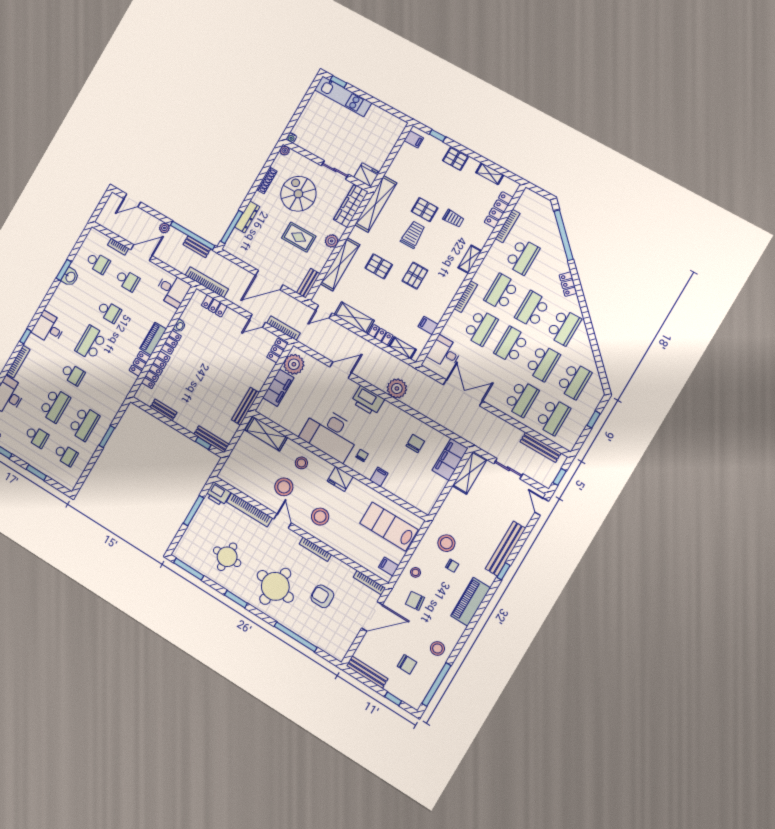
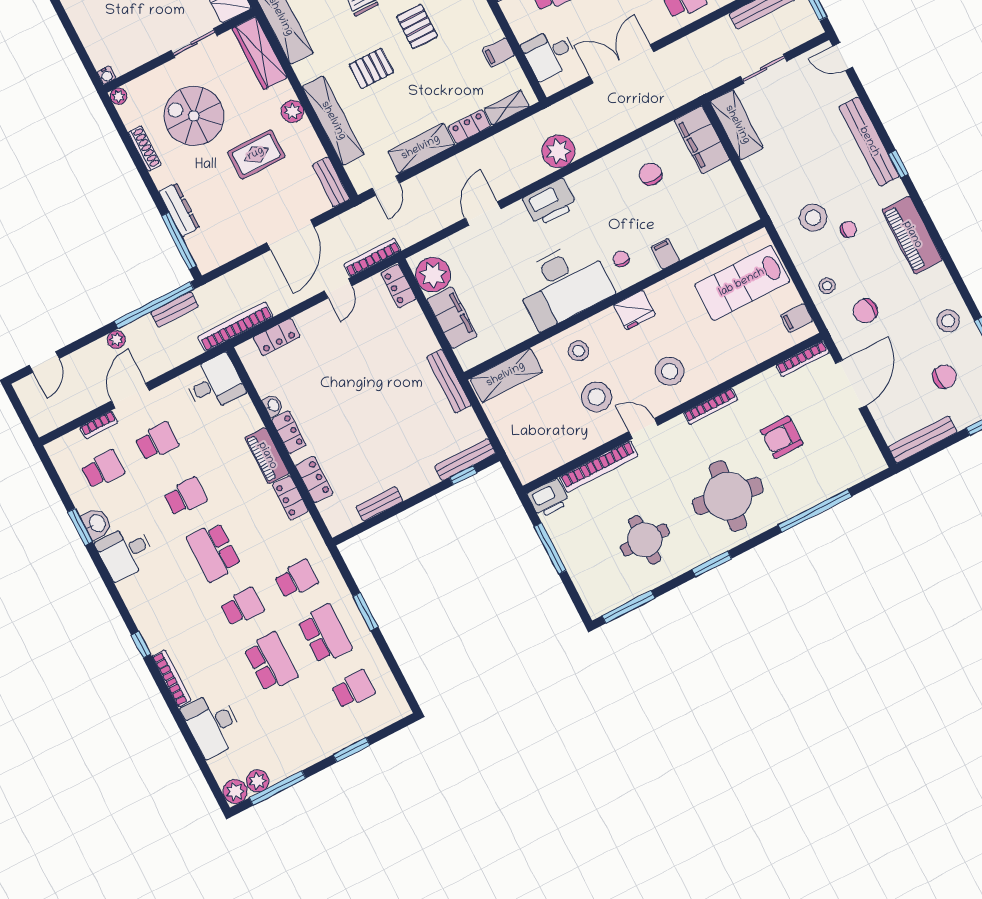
desk: (49, 328) -> (126, 552), moved
locker: (156, 370) -> (314, 480), width x0.66
school desk: (37, 436) -> (296, 579), moved

